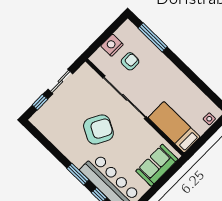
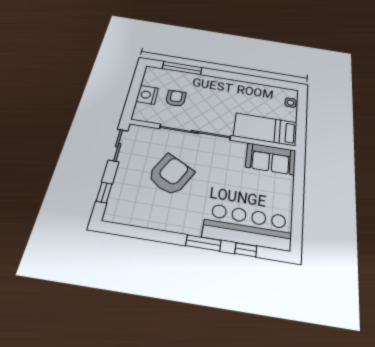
sliding door: (60, 81) -> (118, 145), moved
armchair: (98, 129) -> (171, 175), moved
sofa: (157, 165) -> (271, 159), moved, turned -90

